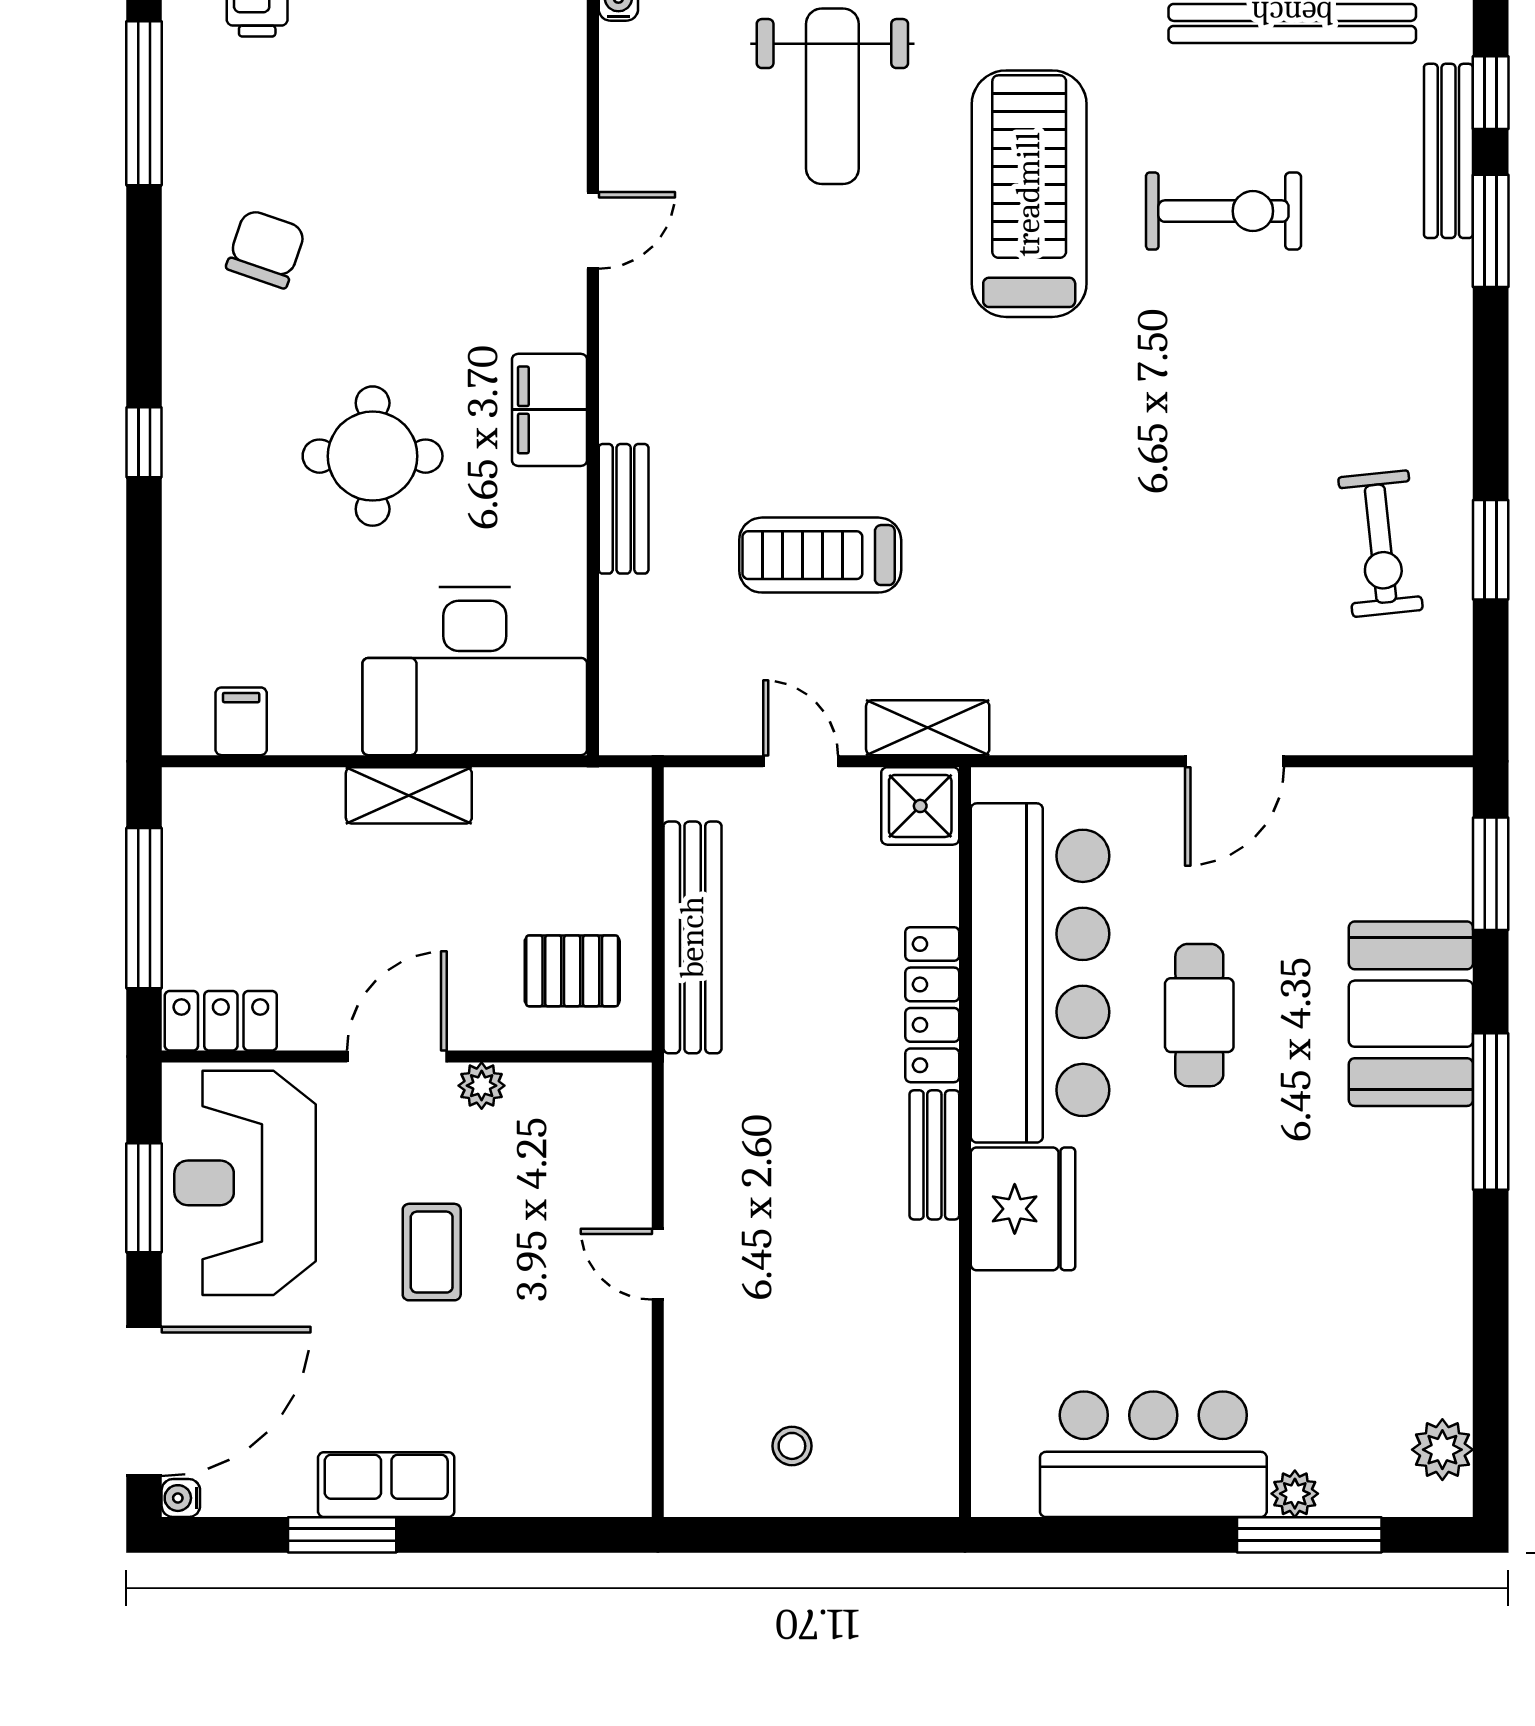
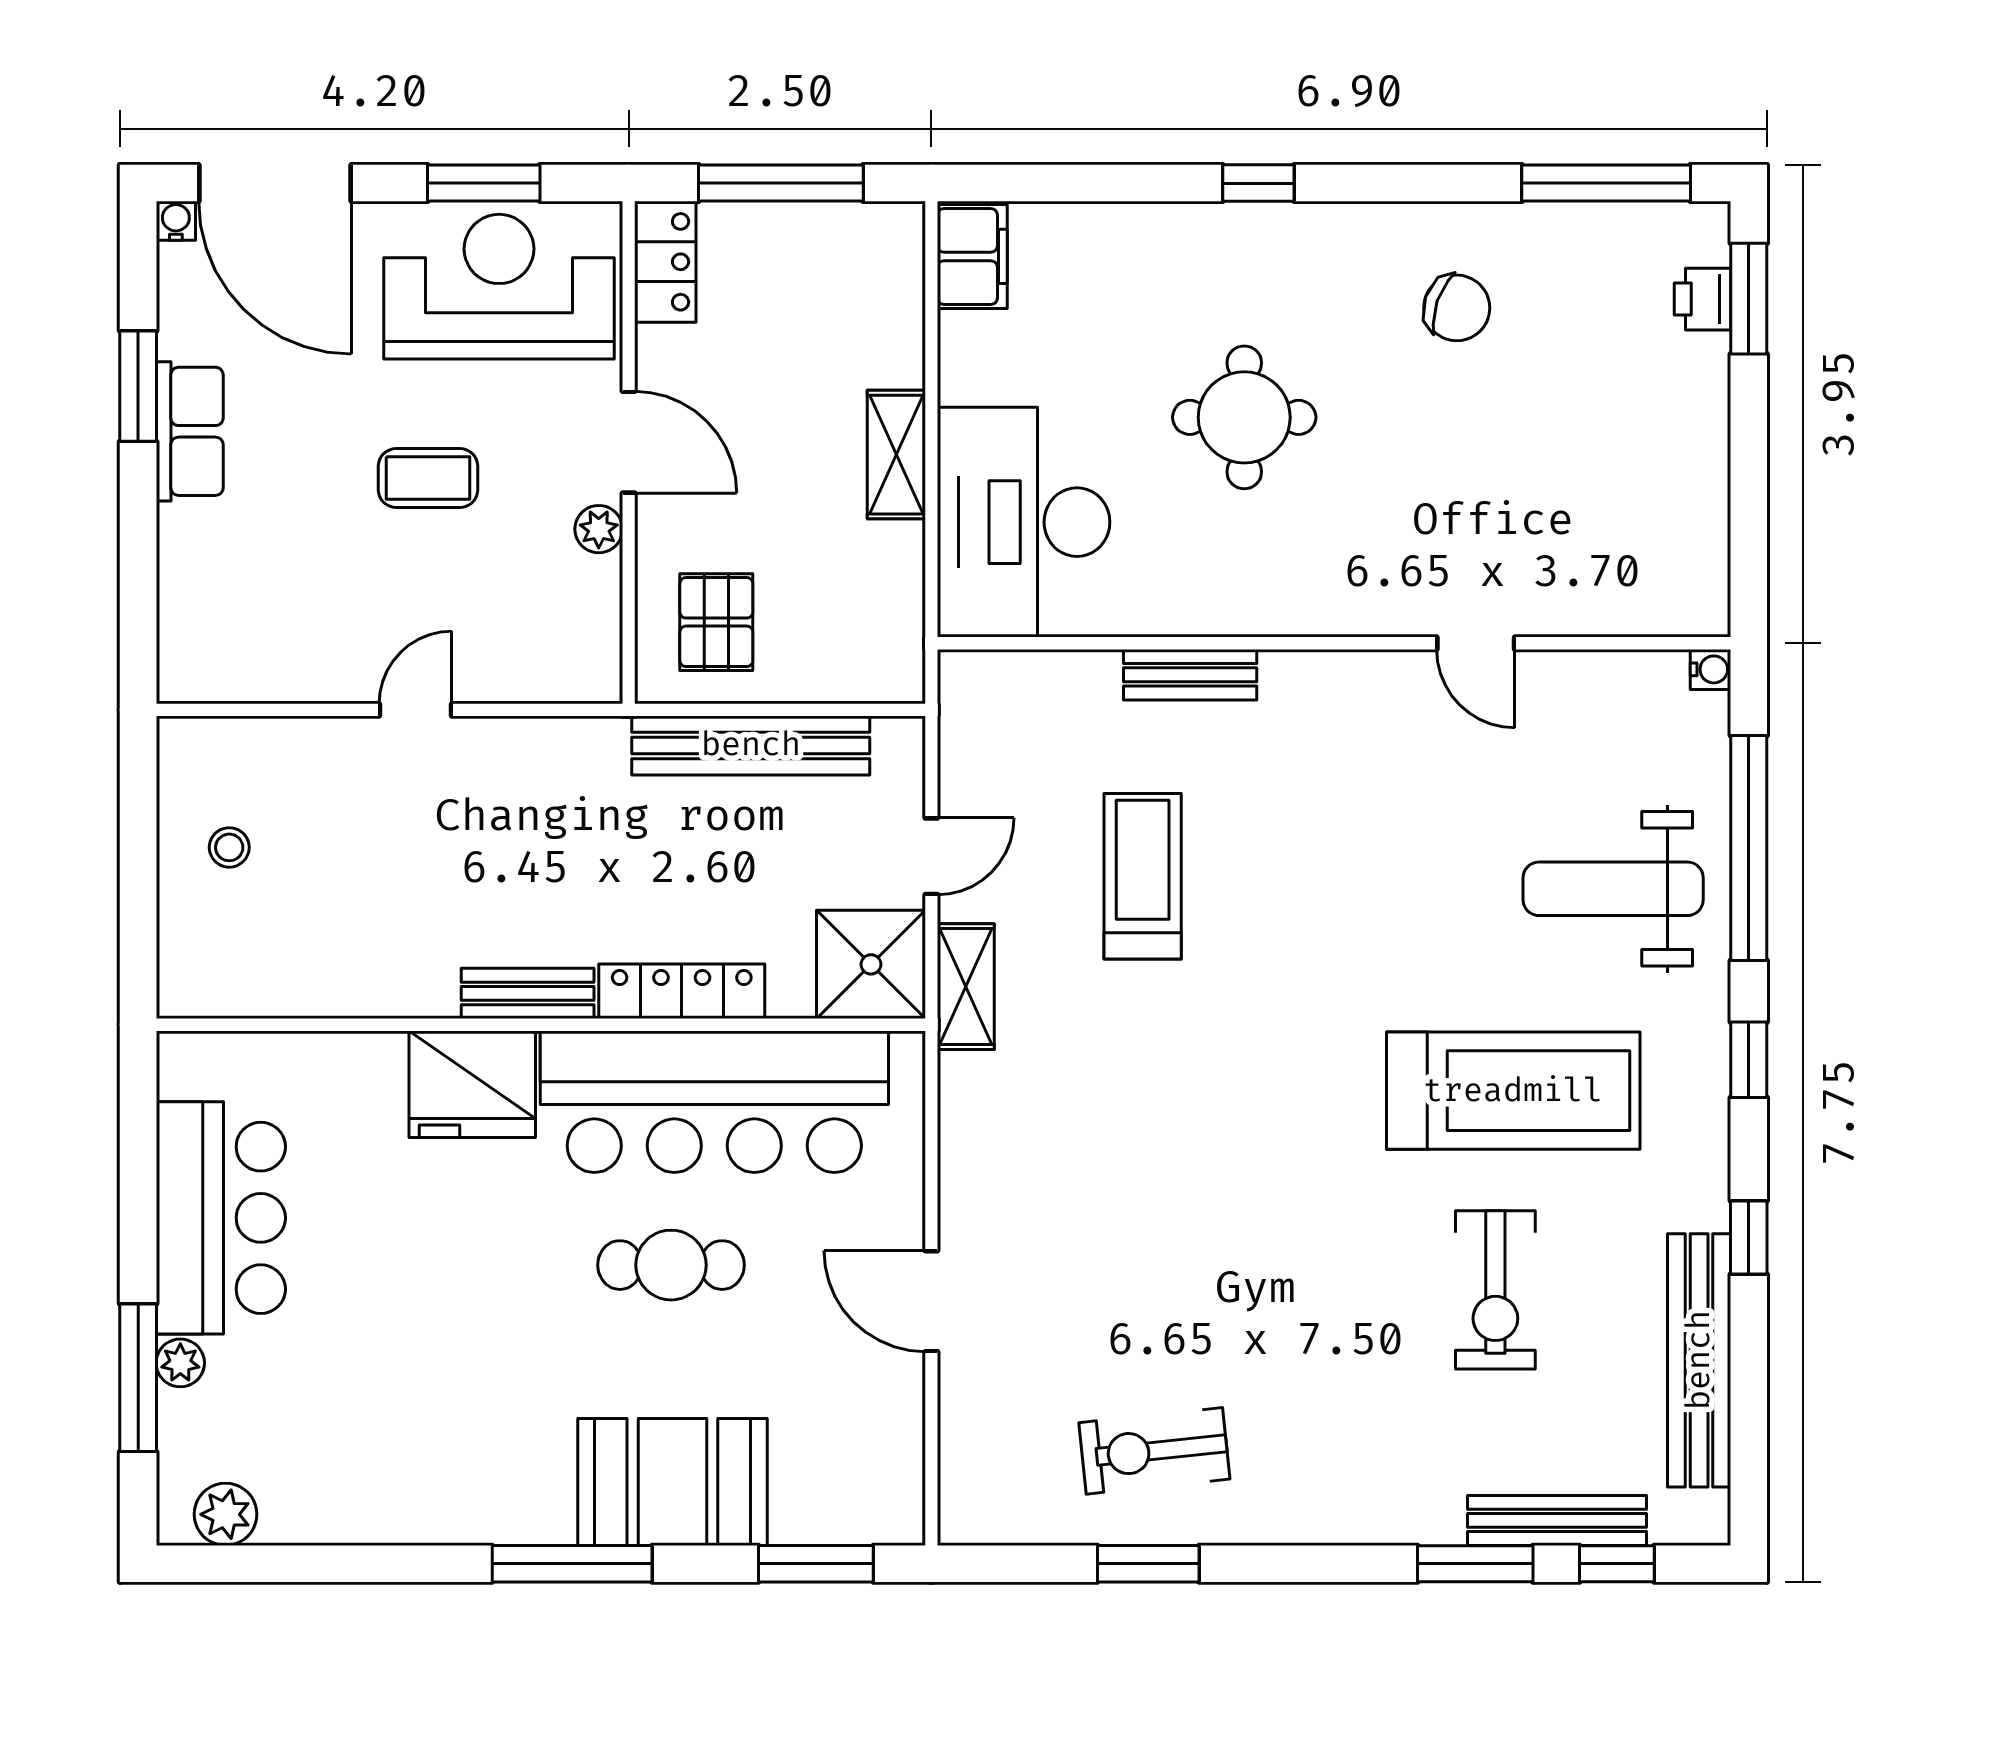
filing cabinet: (550, 410) -> (1292, 599), removed
filing cabinet: (241, 721) -> (972, 256), width x2.00
shower: (920, 806) -> (871, 964), width x1.36, depth x1.36

